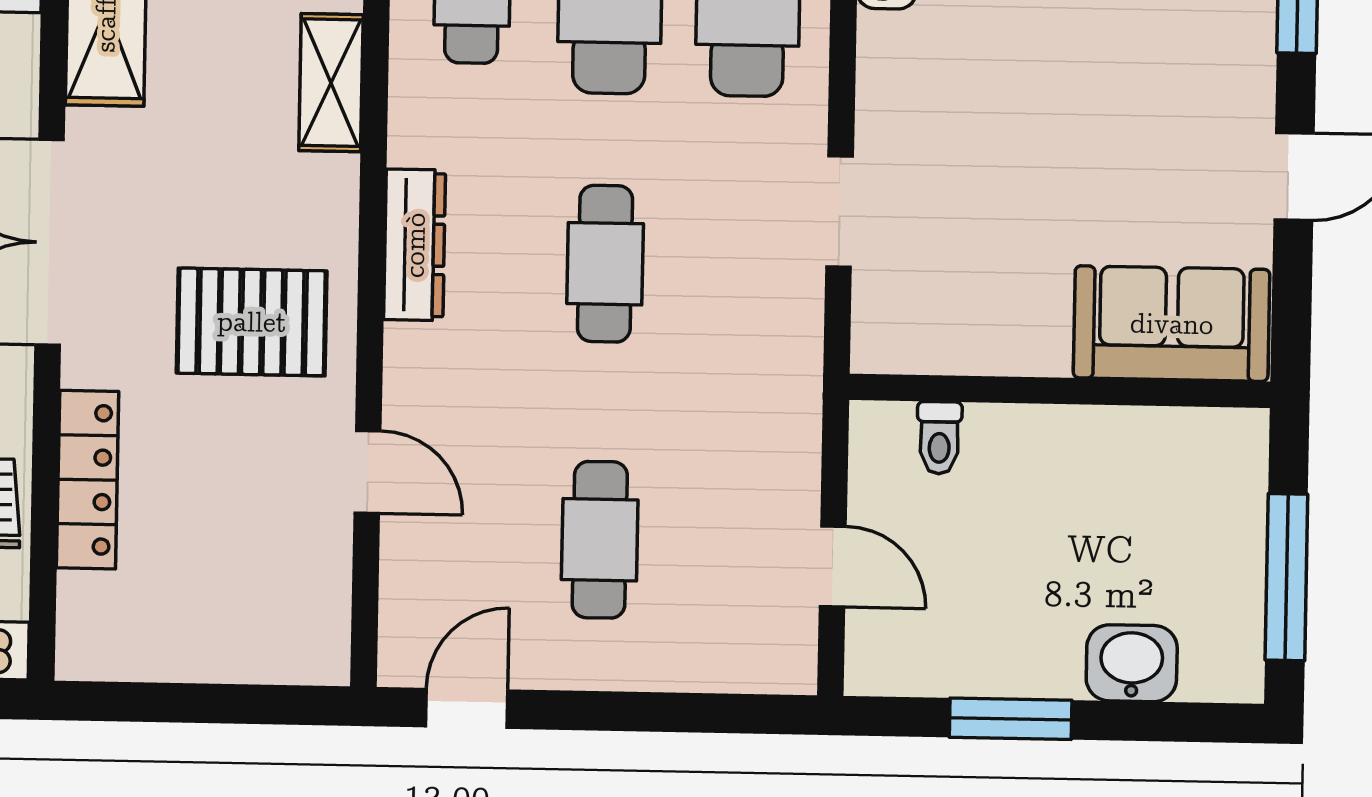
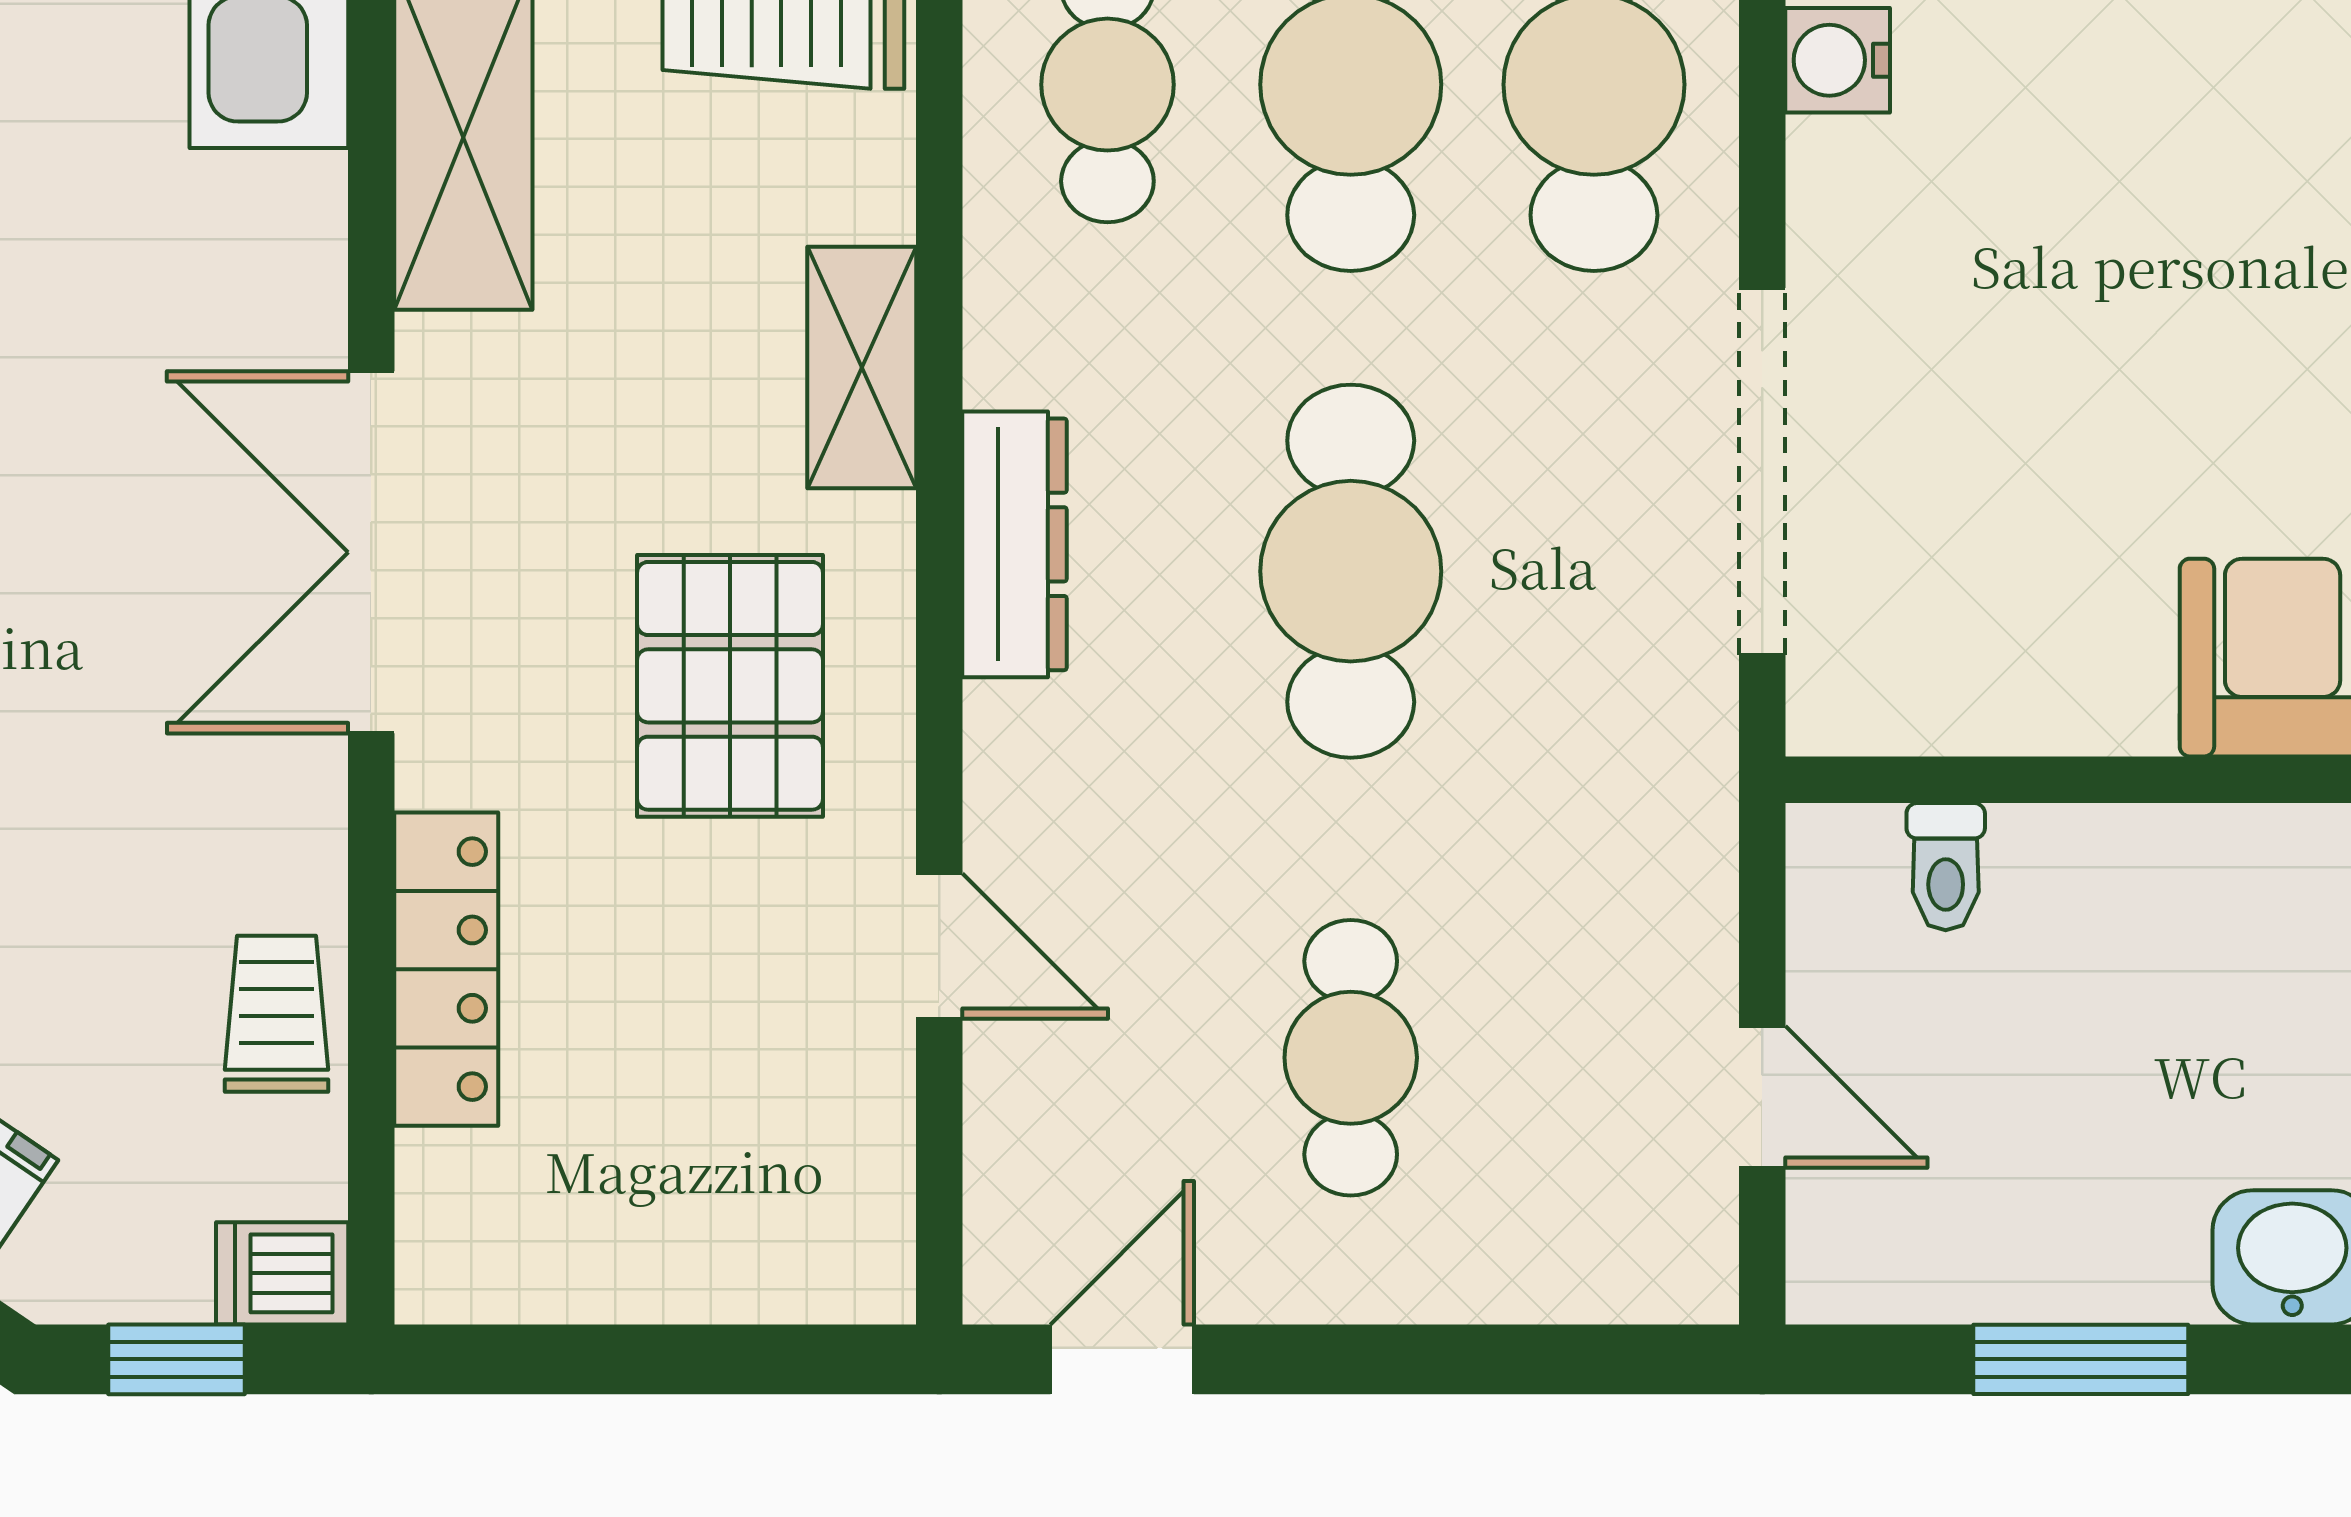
shelving: (331, 83) -> (862, 368), moved
doorway: (840, 212) -> (1762, 471), width x1.87
cafe table: (605, 264) -> (1351, 571), width x1.37, depth x1.35
pallet: (252, 322) -> (730, 686), turned 90

